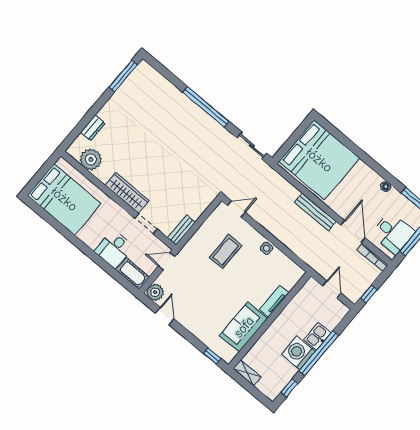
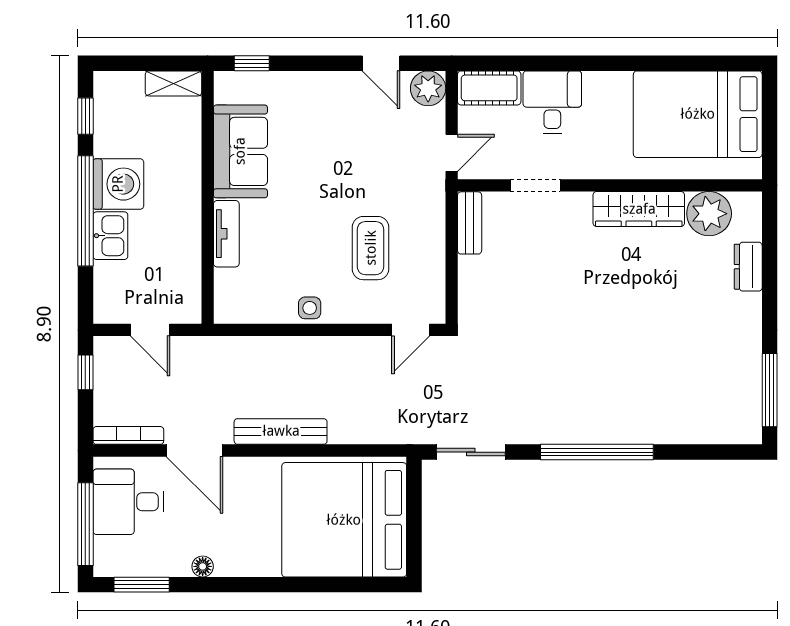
wardrobe: (127, 193) -> (639, 209), moved

